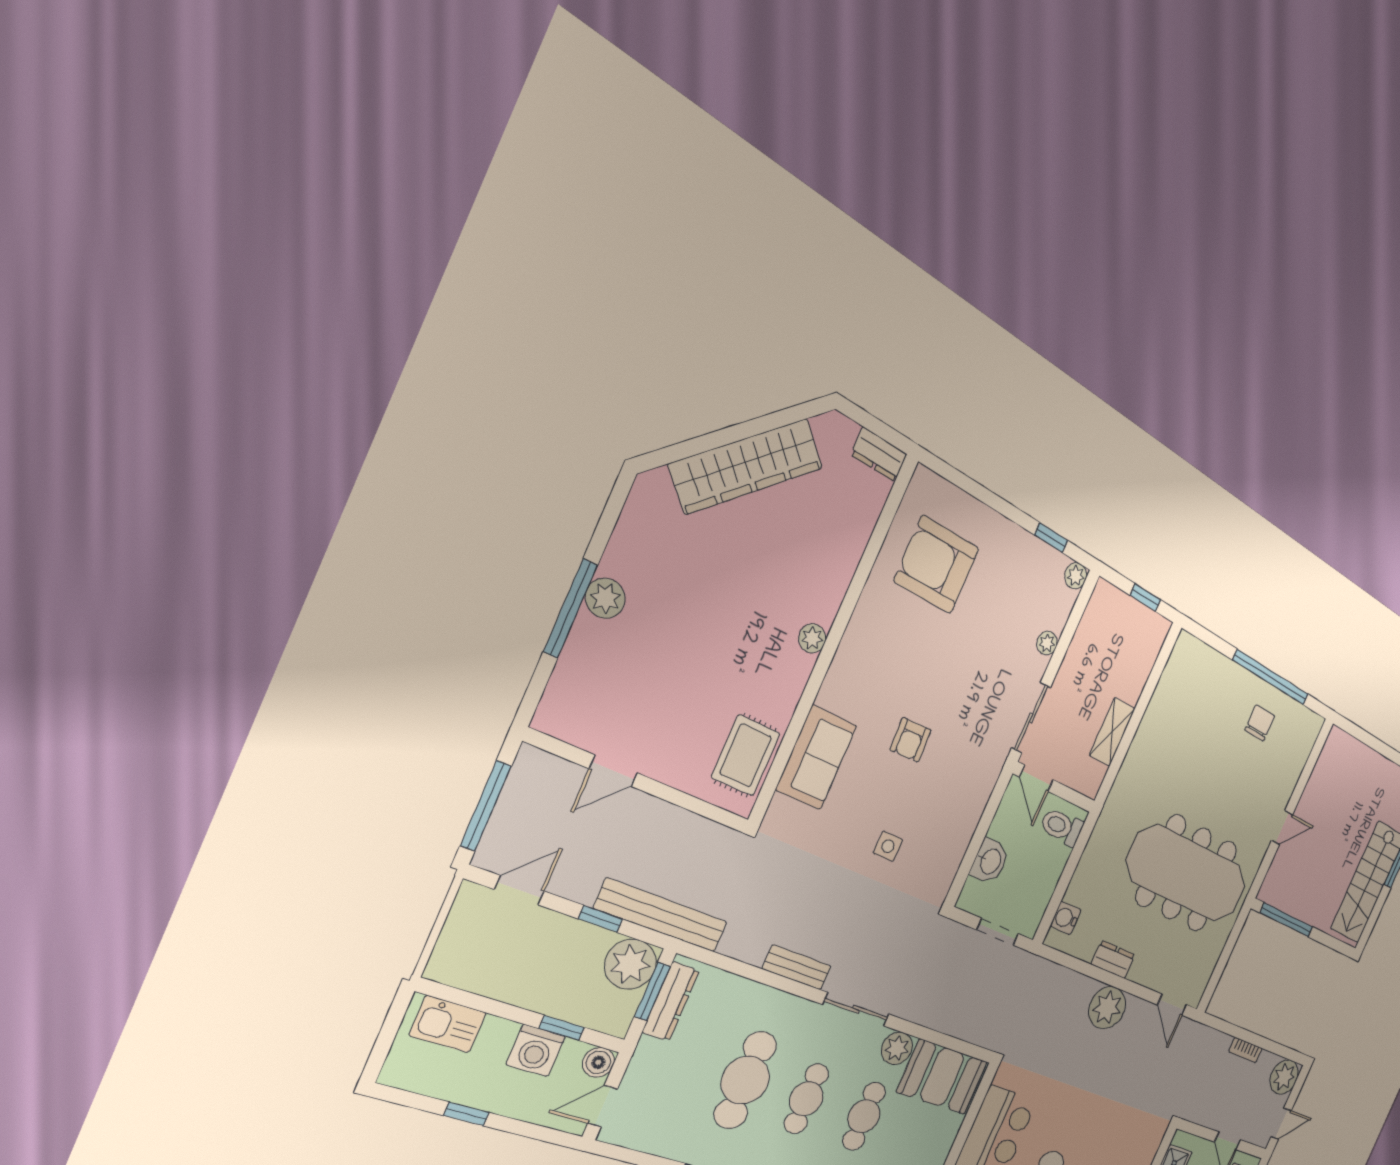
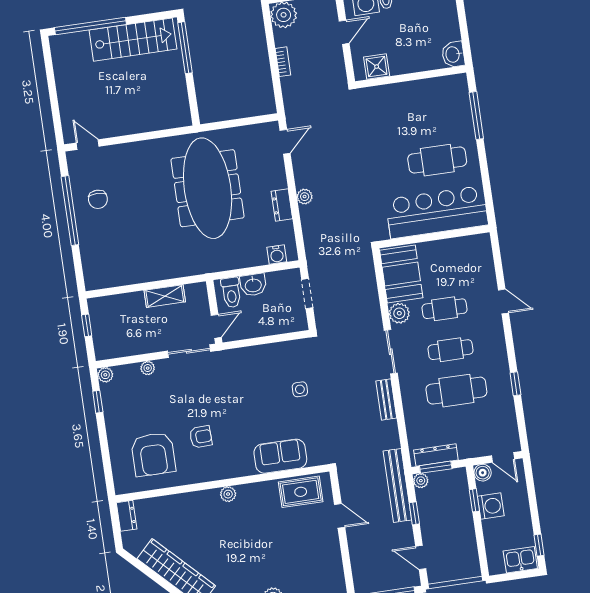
chair: (1260, 723) -> (98, 199), turned -90
armchair: (910, 740) -> (201, 437), moved
door: (613, 771) -> (340, 516), moved
door: (1282, 827) -> (88, 145), moved
washbasin: (990, 861) -> (253, 285), moved, turned 180
window: (1286, 920) -> (185, 48), moved
plant: (630, 964) -> (421, 481), width x0.53, depth x0.53
plant: (1107, 1008) -> (305, 197), width x0.53, depth x0.53
kitchen sink: (448, 1024) -> (520, 560), moved, turned -90
window: (466, 1114) -> (539, 545), moved

